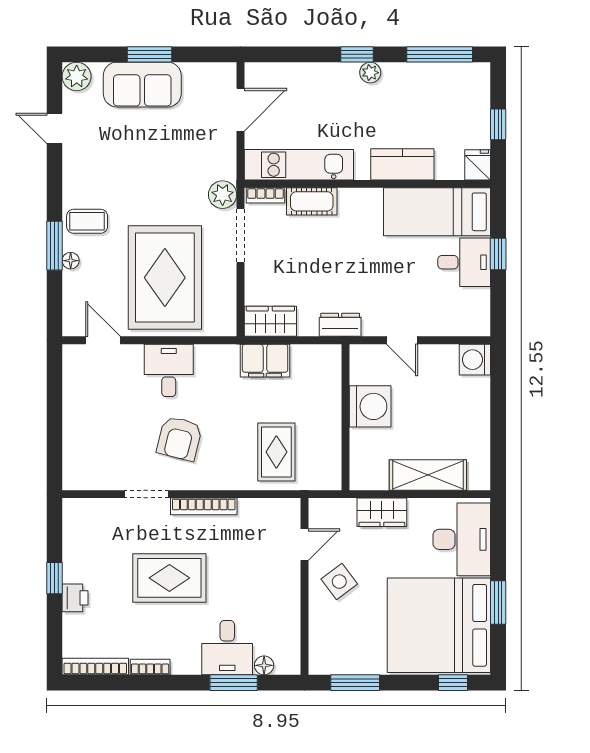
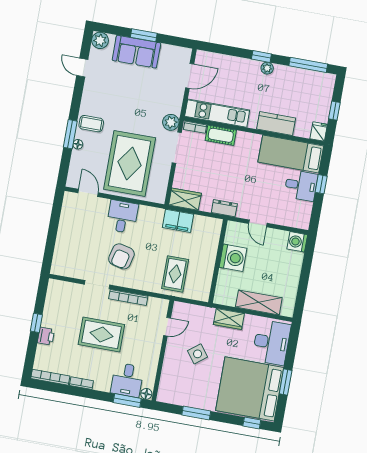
door: (305, 545) -> (167, 327), moved
wall: (305, 586) -> (163, 351), moved

